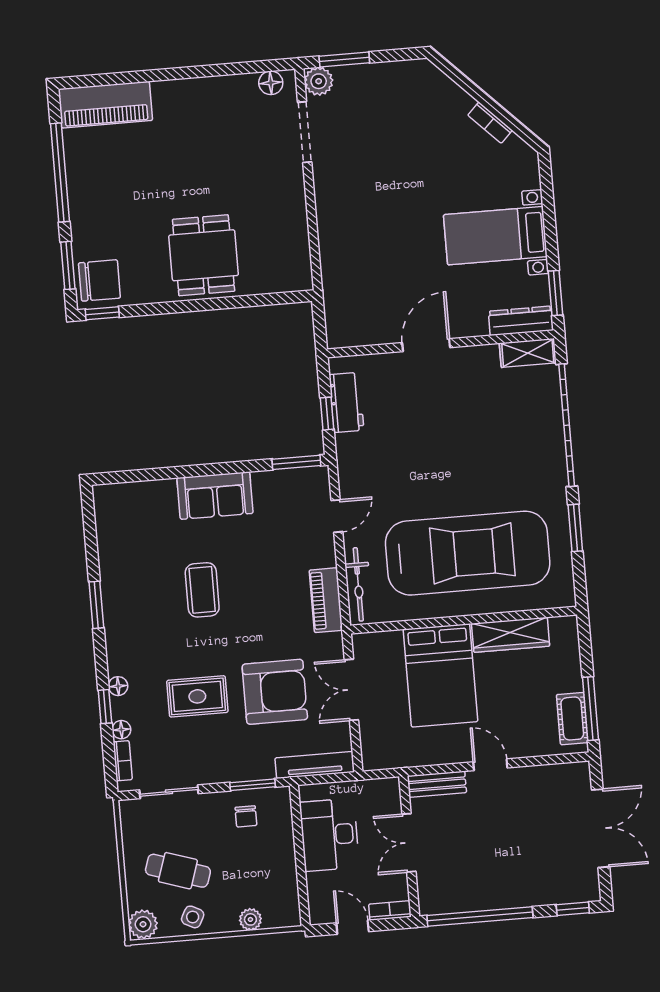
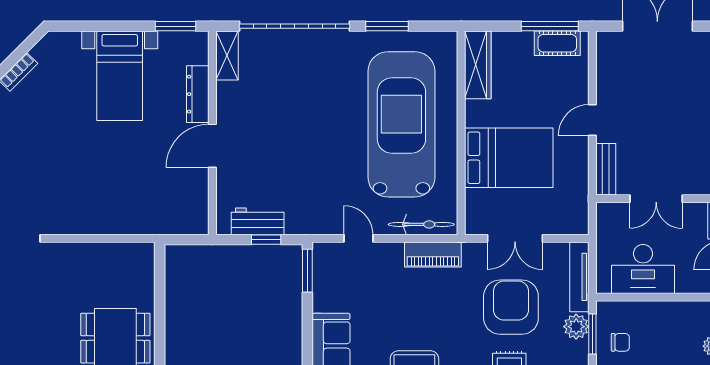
dresser: (521, 321) -> (198, 94), moved
door: (426, 345) -> (212, 146), hinge flipped
wardrobe: (511, 635) -> (478, 65), moved
plant: (259, 766) -> (576, 327), added

